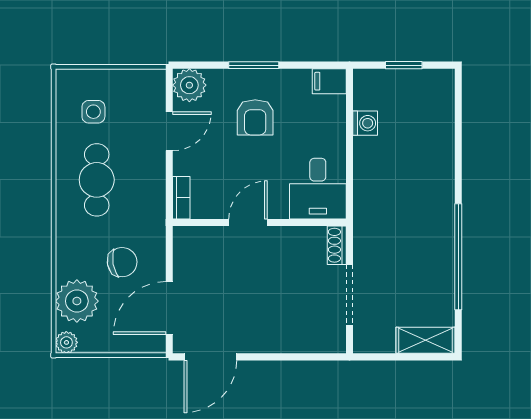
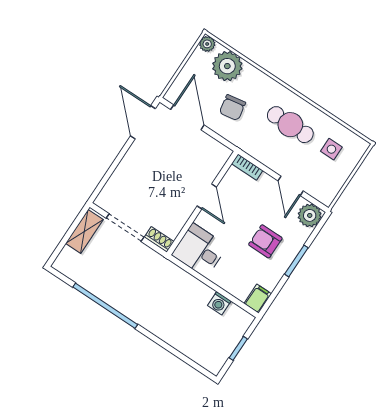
shelving: (426, 340) -> (84, 231), moved

